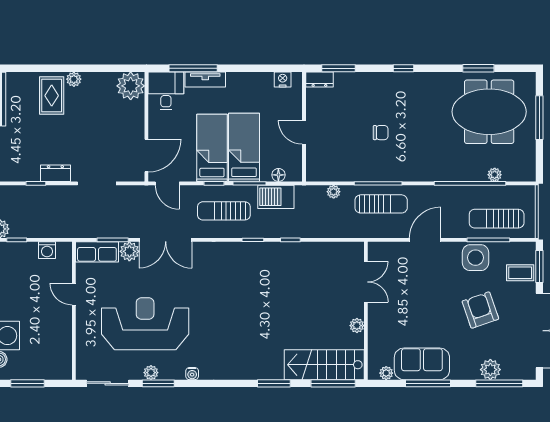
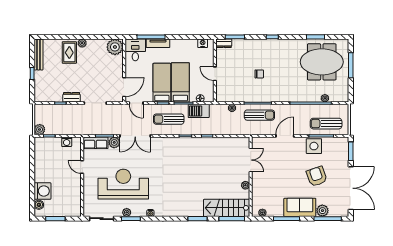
coffee table: (520, 273) -> (340, 155), removed
sofa: (422, 364) -> (300, 207), moved

